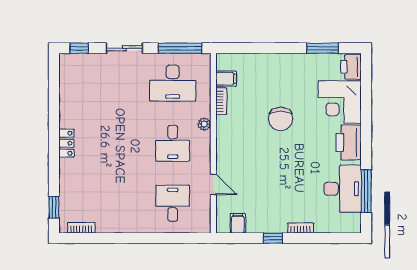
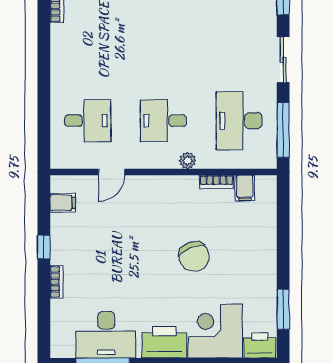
chair: (281, 119) -> (194, 257), turned -112

